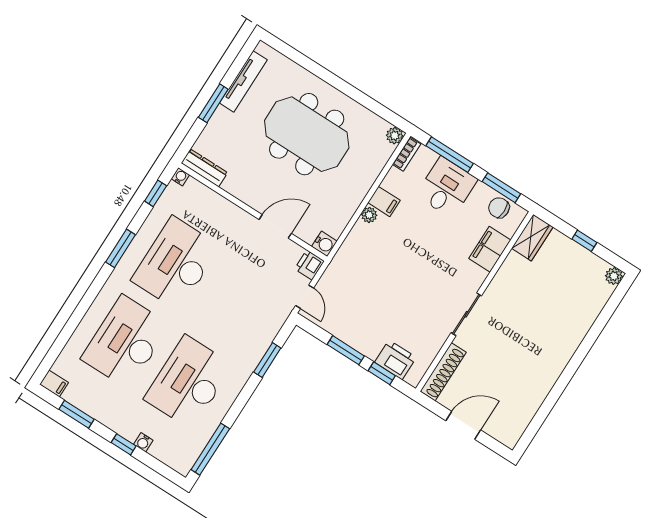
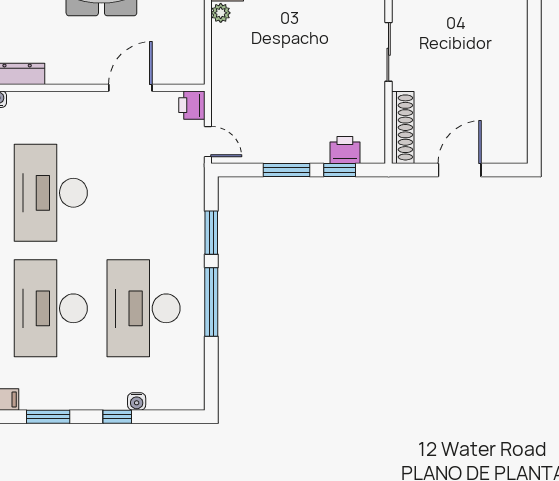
water cooler: (324, 244) -> (193, 73), removed
printer: (395, 360) -> (345, 150), width x0.73, depth x0.81
window: (210, 449) -> (211, 302), moved

